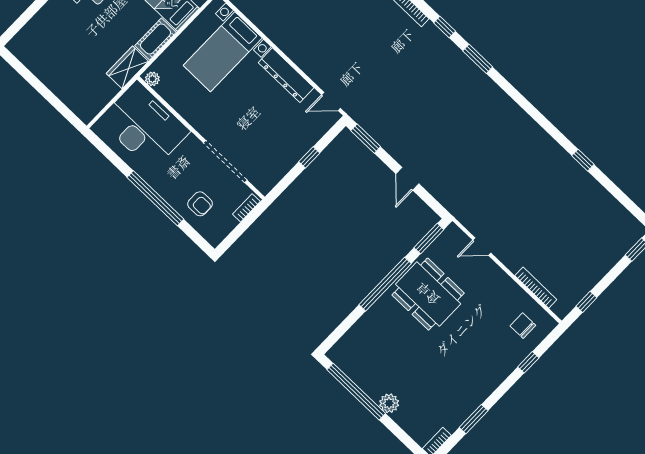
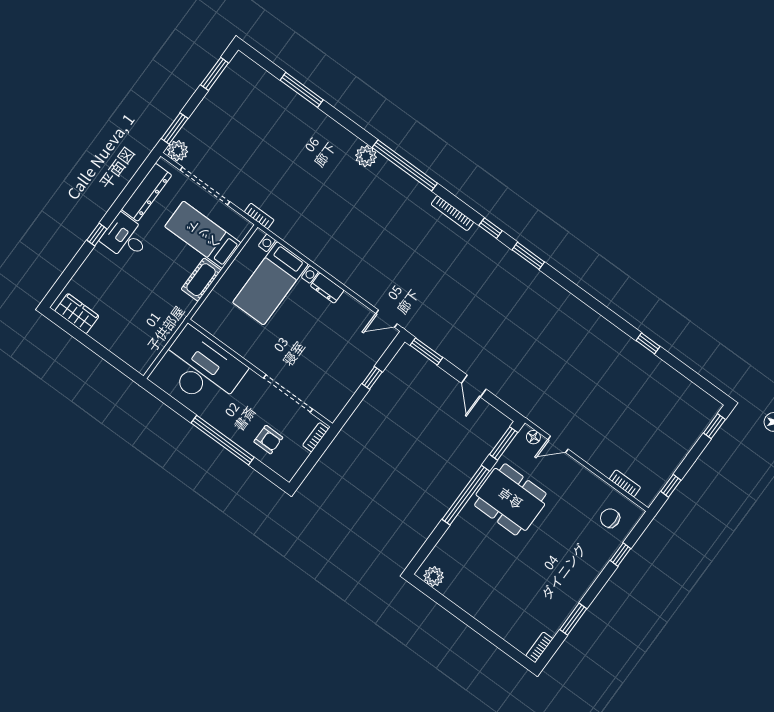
wardrobe: (127, 67) -> (77, 314), moved, turned 90
dresser: (286, 75) -> (327, 288), width x0.51, depth x0.80
plant: (152, 79) -> (203, 320), removed
floor lamp: (459, 236) -> (533, 437), added
bookcase: (536, 288) -> (625, 483), width x0.64
window: (356, 392) -> (451, 607), removed
plant: (389, 403) -> (434, 576), moved

